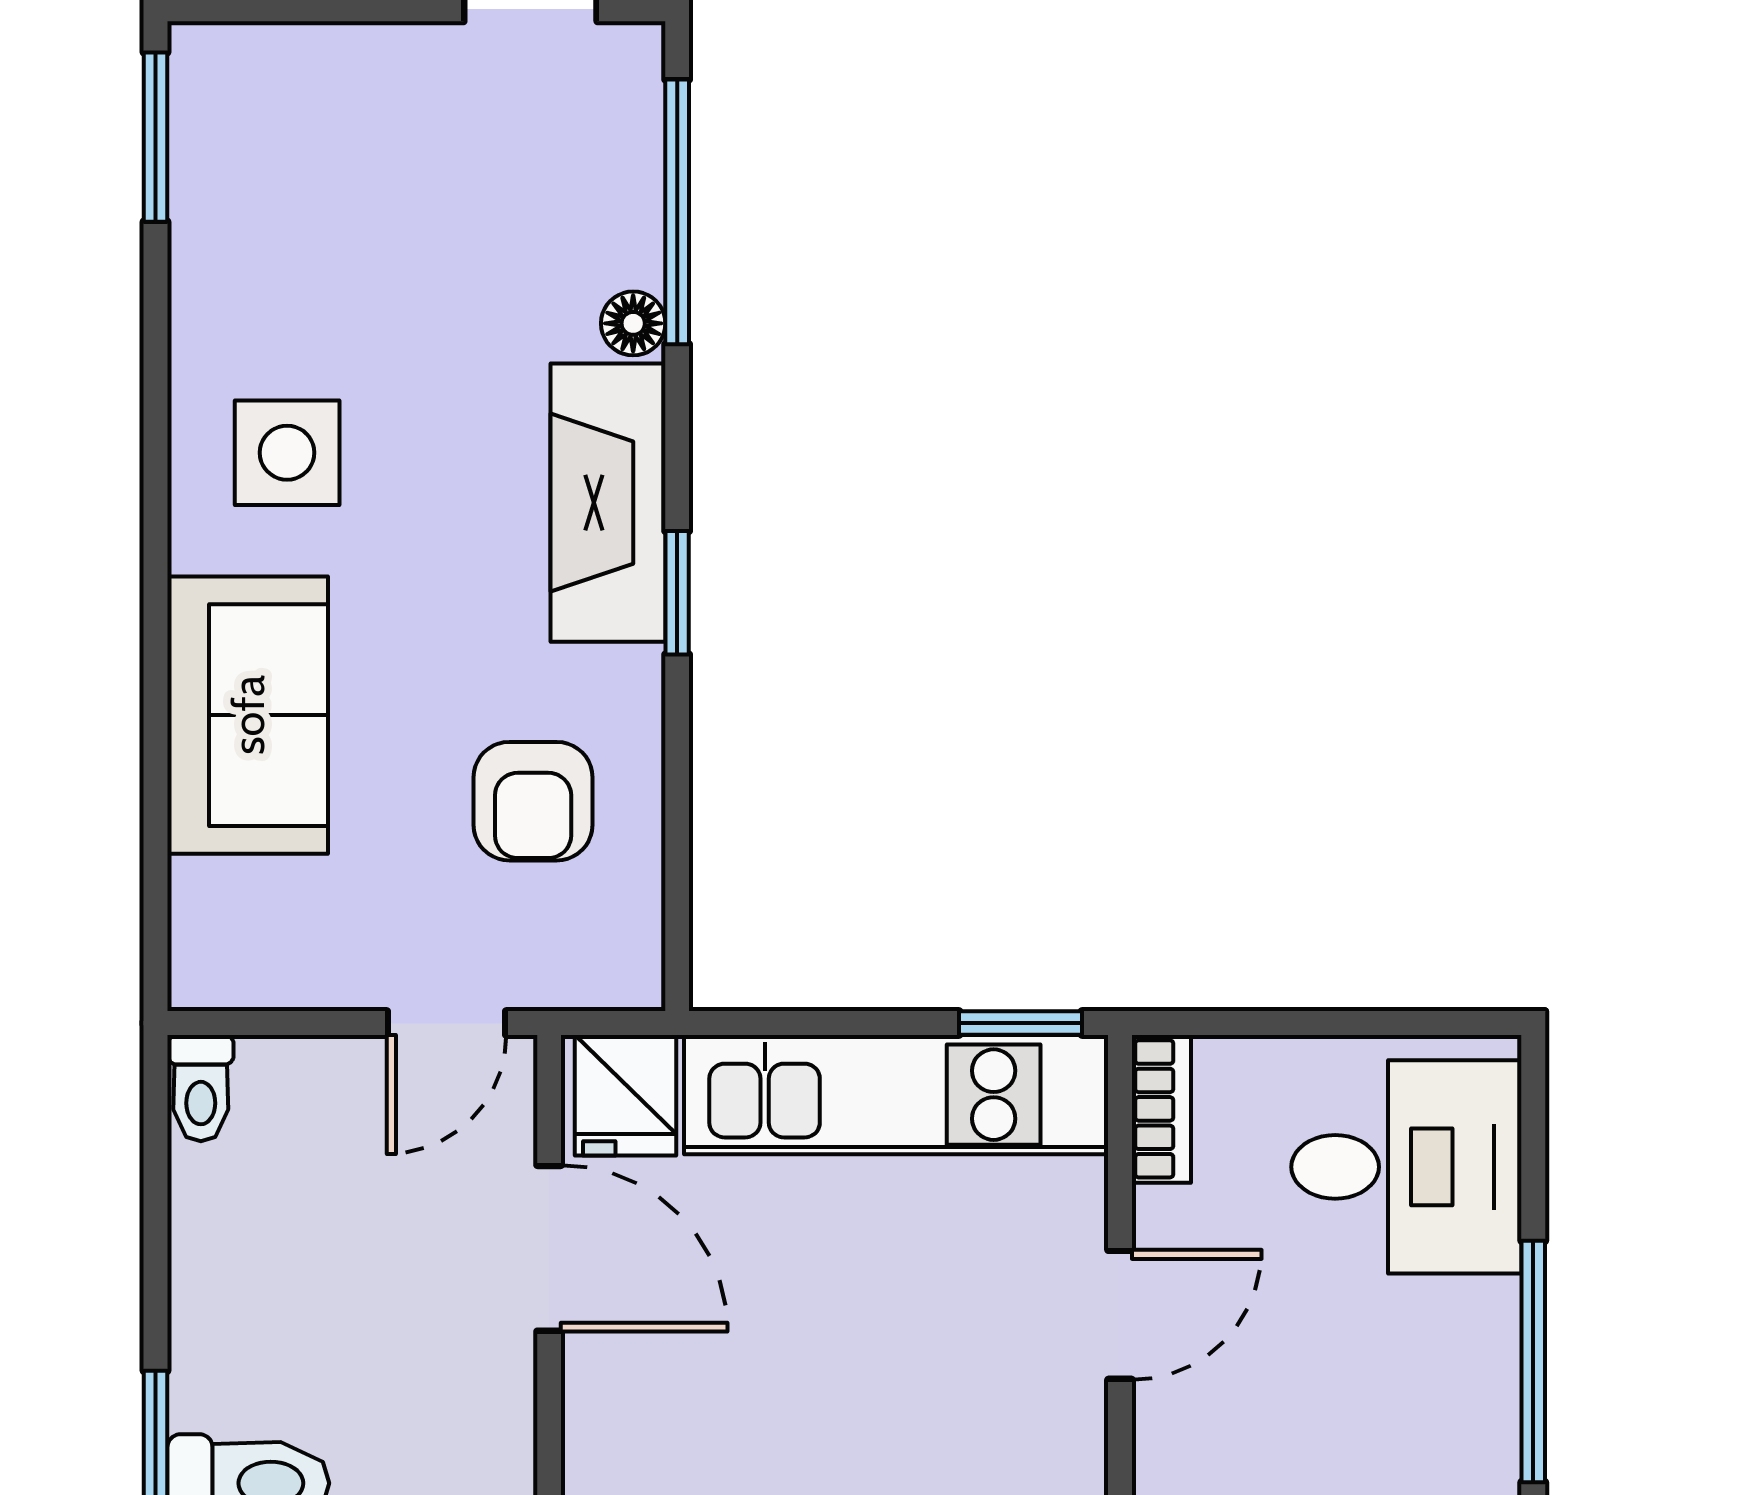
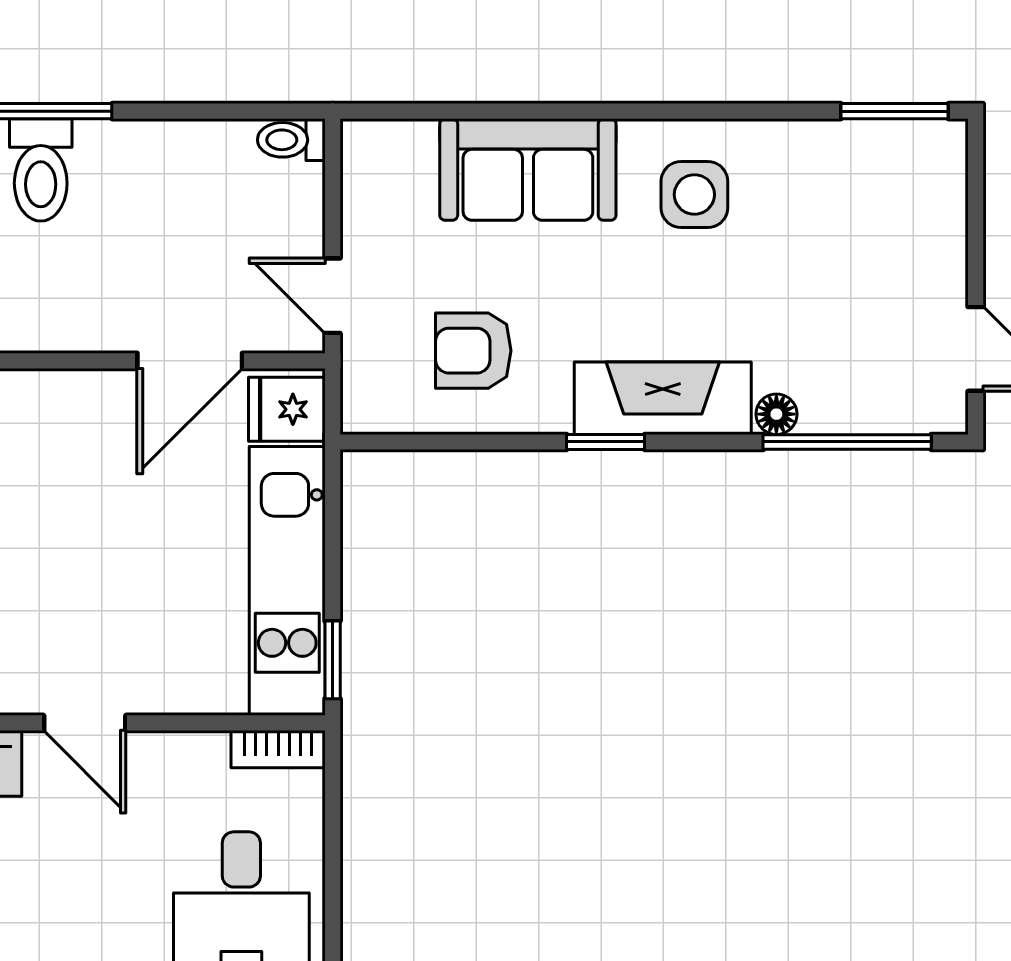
door: (1120, 1315) -> (85, 723), moved

